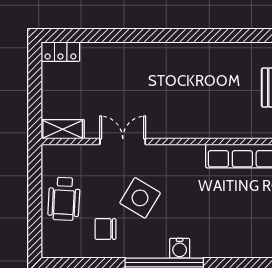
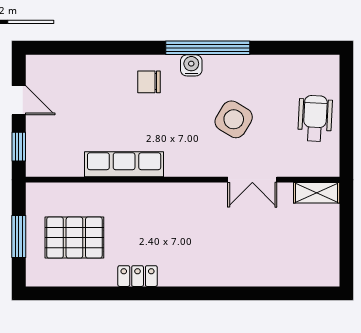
locker: (60, 52) -> (138, 276), moved
chair: (105, 229) -> (149, 82), moved, turned 180

